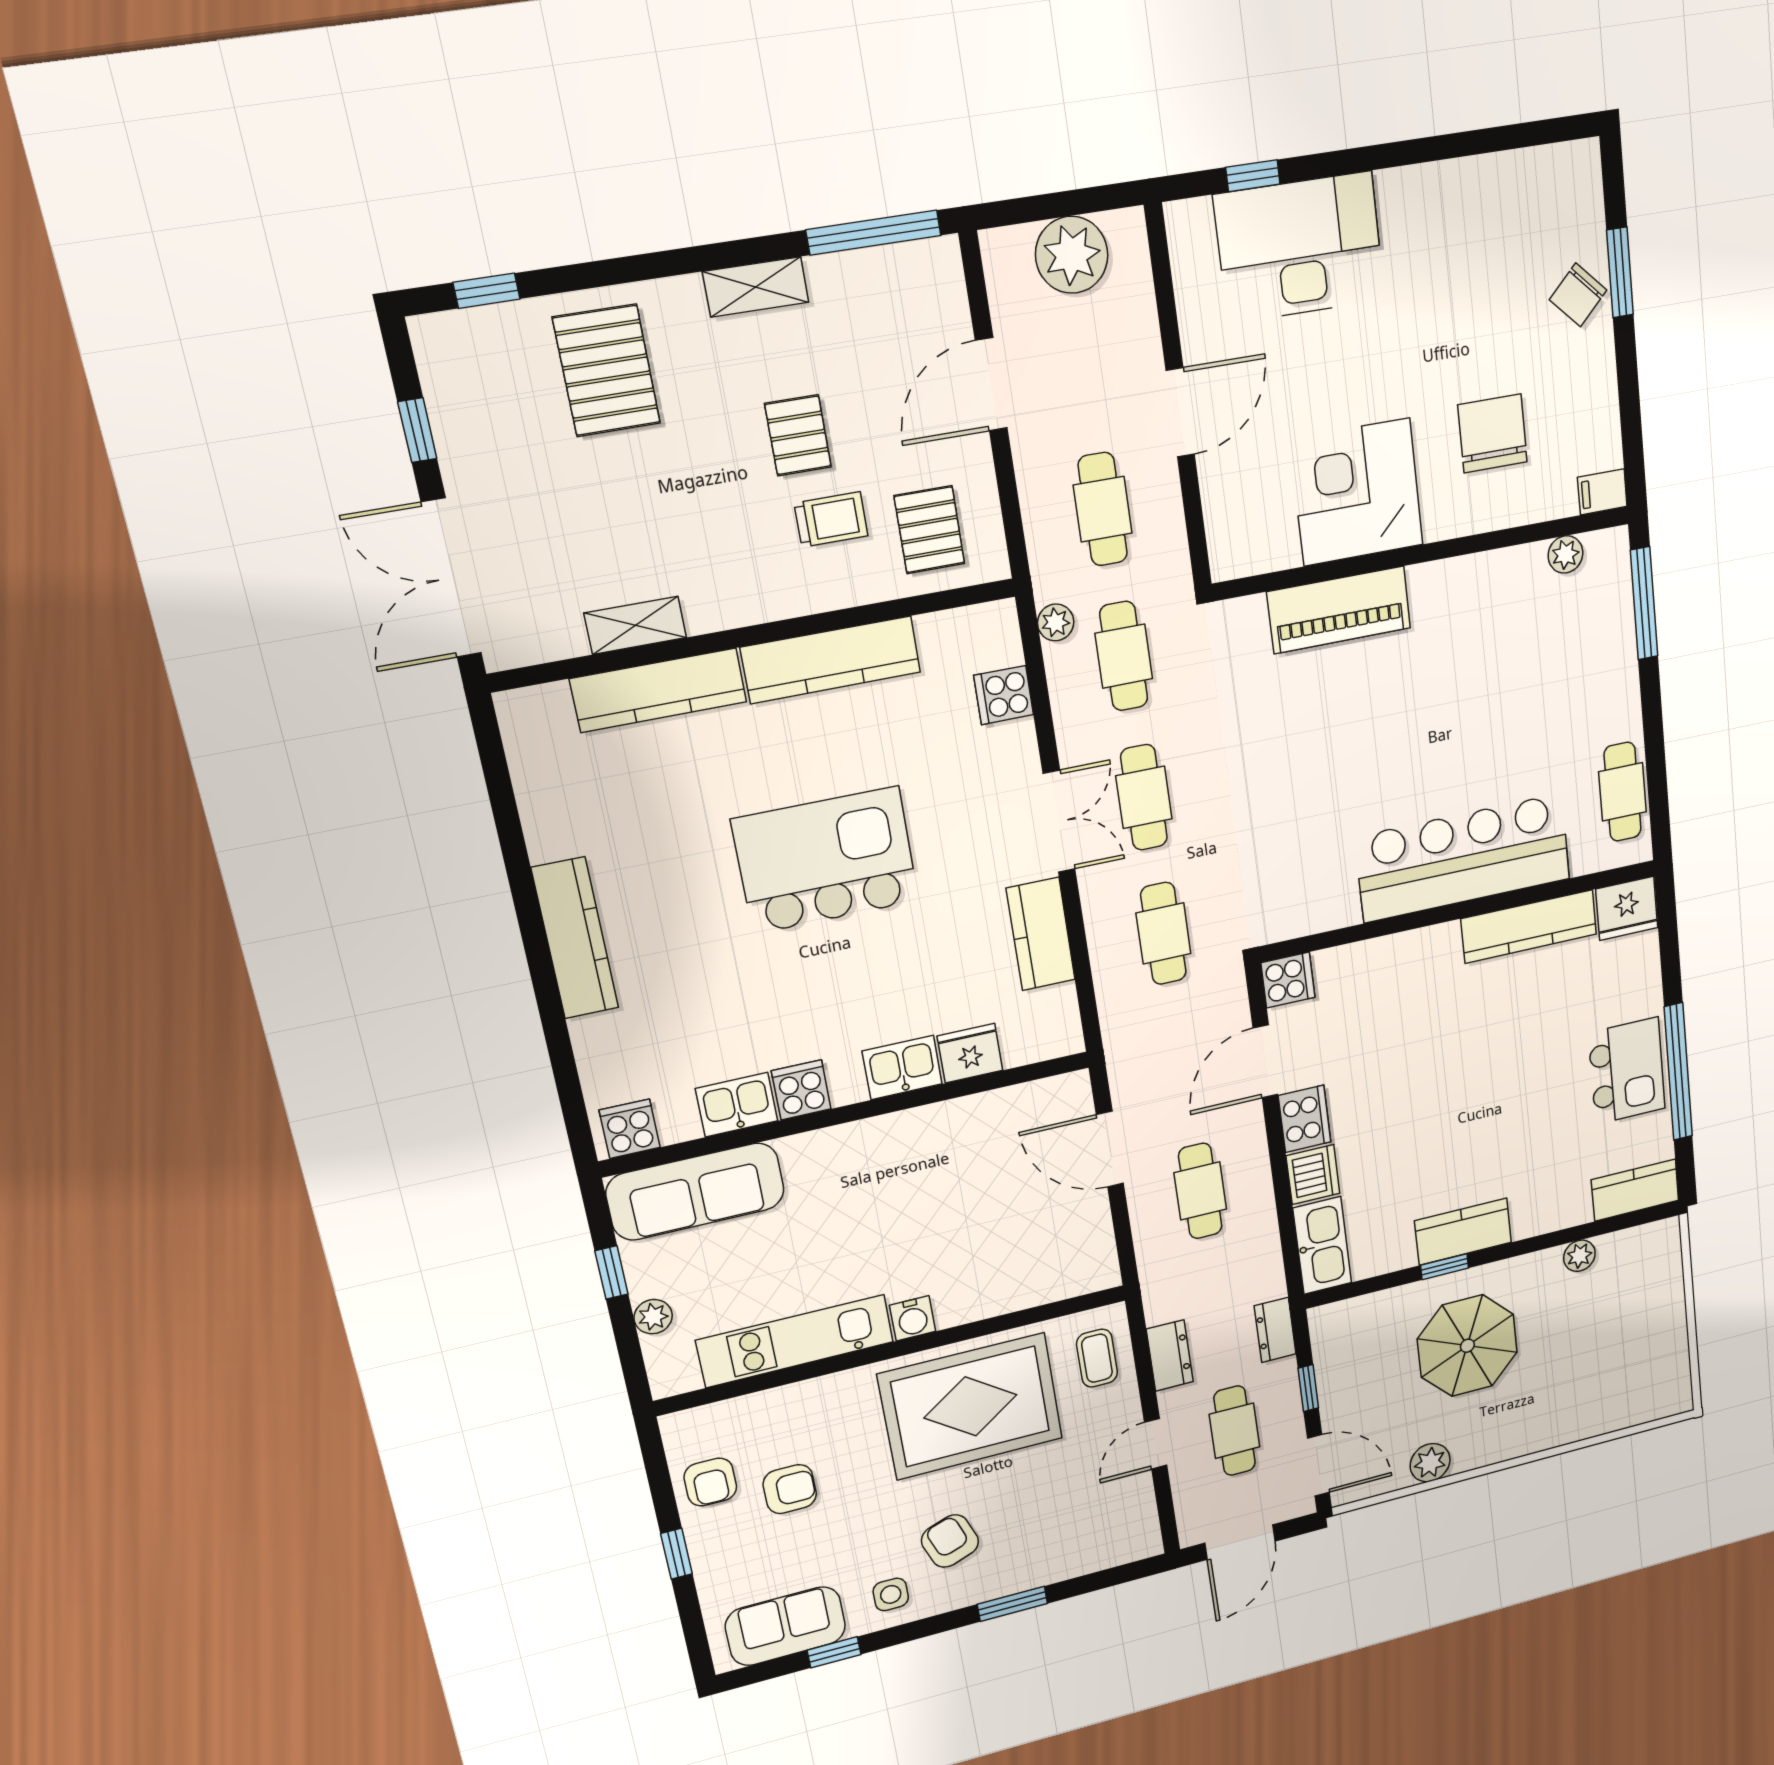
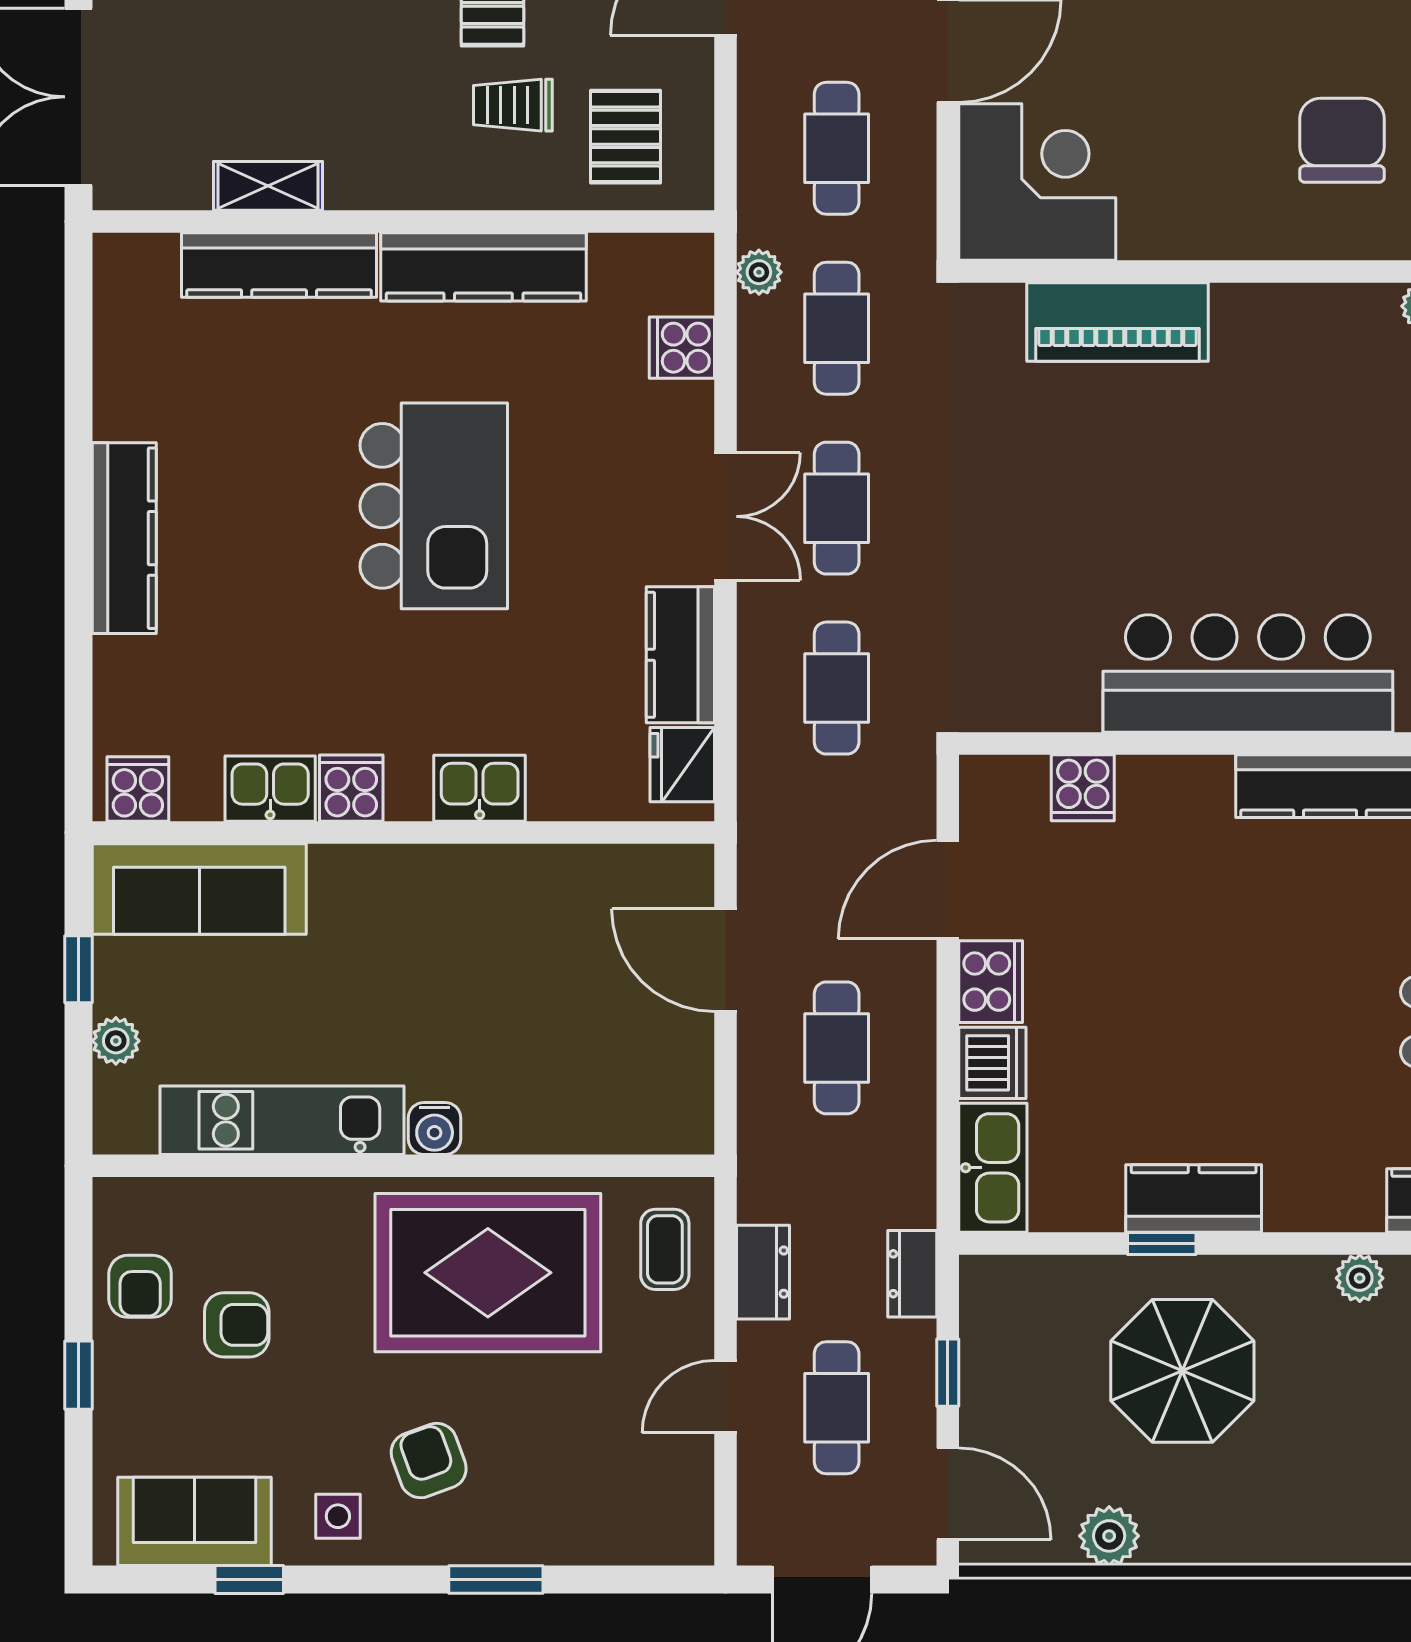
corner desk: (1357, 492) -> (1037, 182), moved, turned 90
trolley: (831, 519) -> (513, 105), turned 180
kitchen island: (826, 860) -> (434, 506), turned 90
cooker: (1288, 980) -> (1083, 788), moved, turned 90
fridge: (970, 1053) -> (682, 765), moved, turned -90

